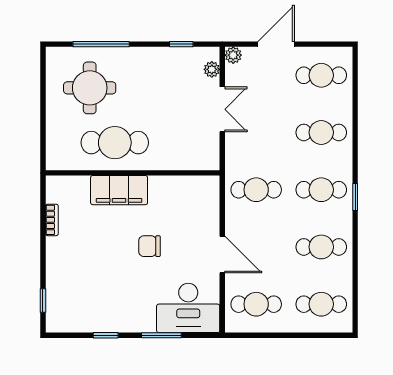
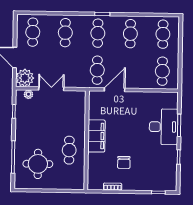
plant: (233, 55) -> (25, 78), width x1.87, depth x1.87
cafe table: (115, 143) -> (69, 150), width x0.73, depth x0.74
filing cabinet: (119, 190) -> (96, 136), moved
chair: (149, 246) -> (124, 162), moved
door: (222, 255) -> (115, 90), moved
desk: (188, 308) -> (164, 127), moved

